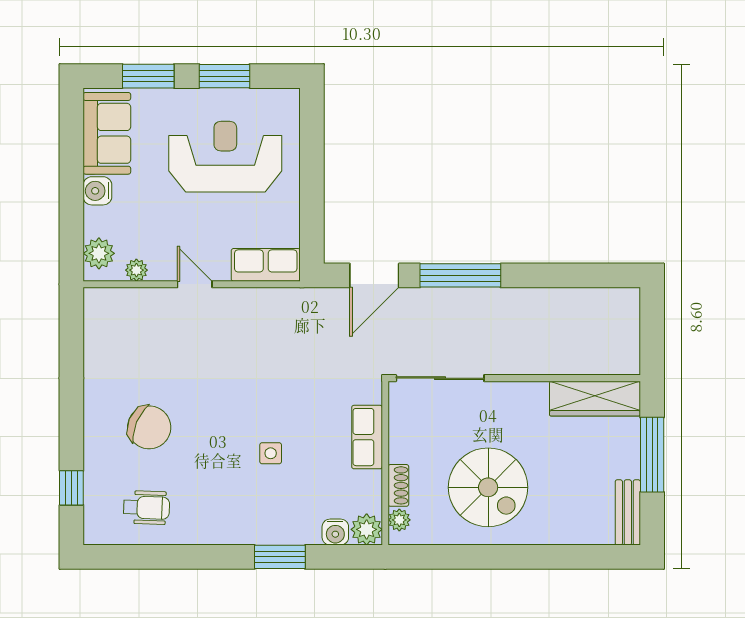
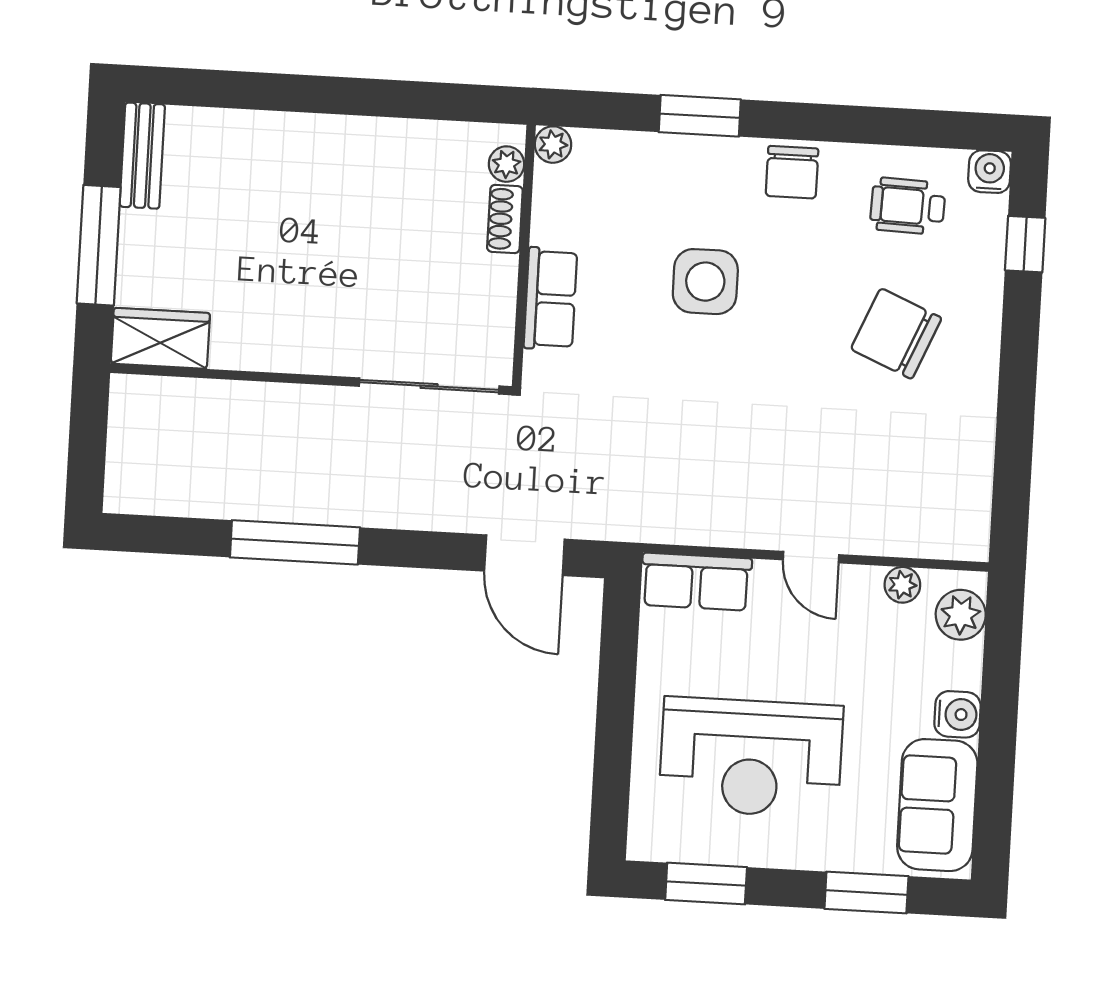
window: (224, 76) -> (706, 884), moved
door: (374, 275) -> (524, 555), swing flipped
window: (460, 275) -> (295, 542), moved
wardrobe: (595, 399) -> (160, 338), width x0.67
side table: (271, 453) -> (705, 282), width x1.87, depth x1.87
spiral stairs: (488, 487) -> (362, 208), removed
chair: (220, 525) -> (792, 172), added
plant: (367, 529) -> (553, 145), width x0.73, depth x0.73
water cooler: (335, 532) -> (990, 172), moved

